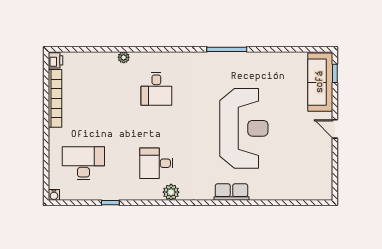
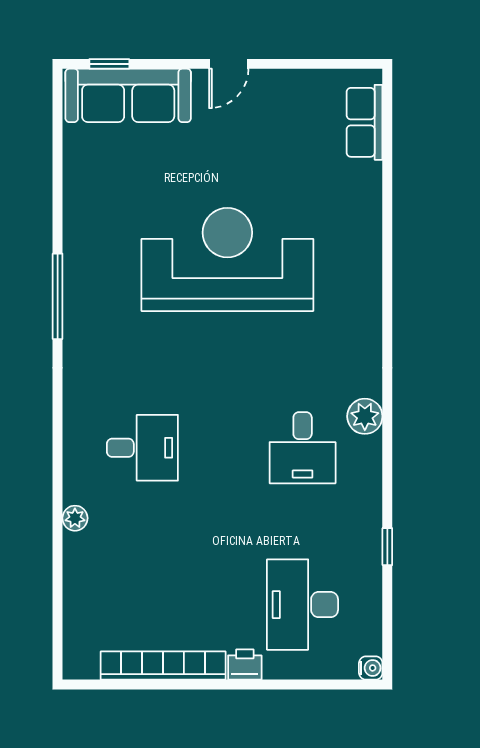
printer: (56, 60) -> (245, 664), moved
row of seats: (231, 192) -> (365, 122), moved

